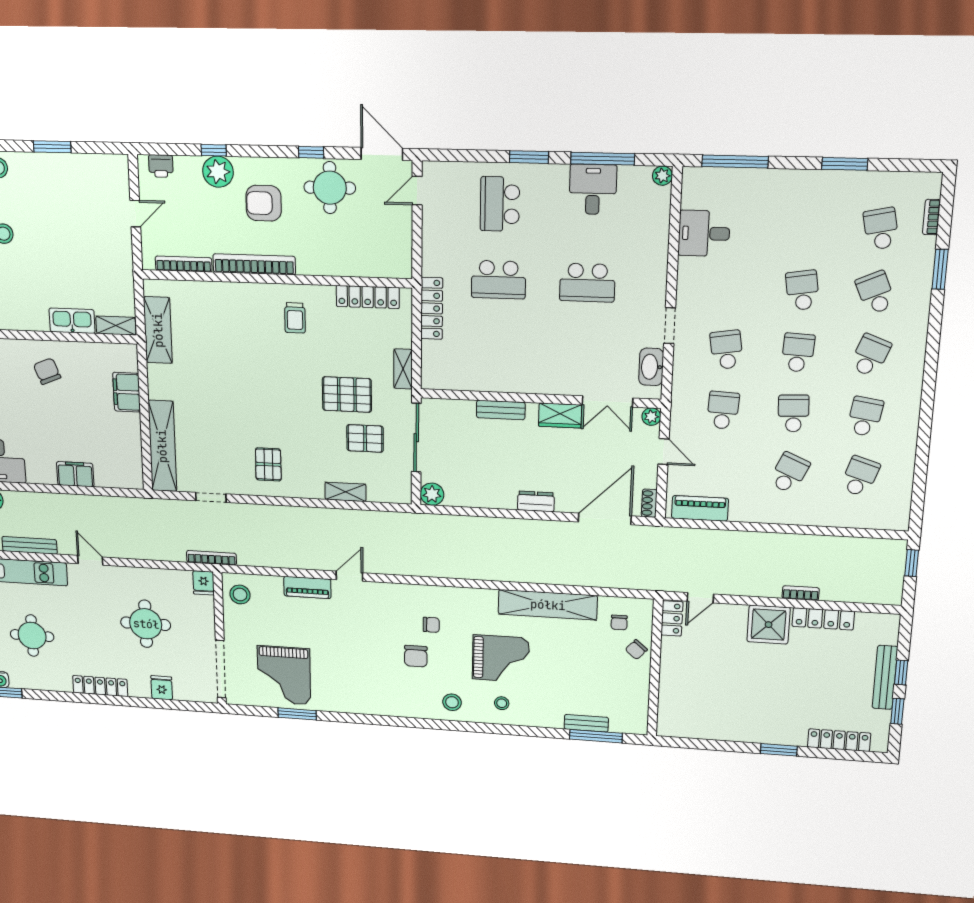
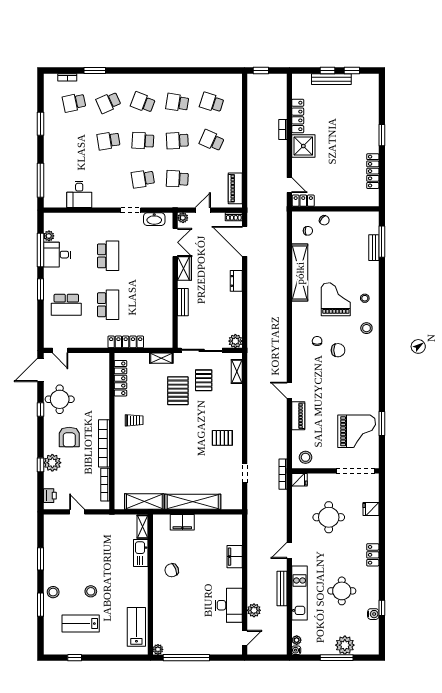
plant: (662, 176) -> (49, 236), moved
shelving: (162, 446) -> (193, 502), moved
shelving: (345, 492) -> (237, 372), moved
locker: (100, 686) -> (373, 555), width x0.66
locker: (839, 740) -> (373, 171), moved

